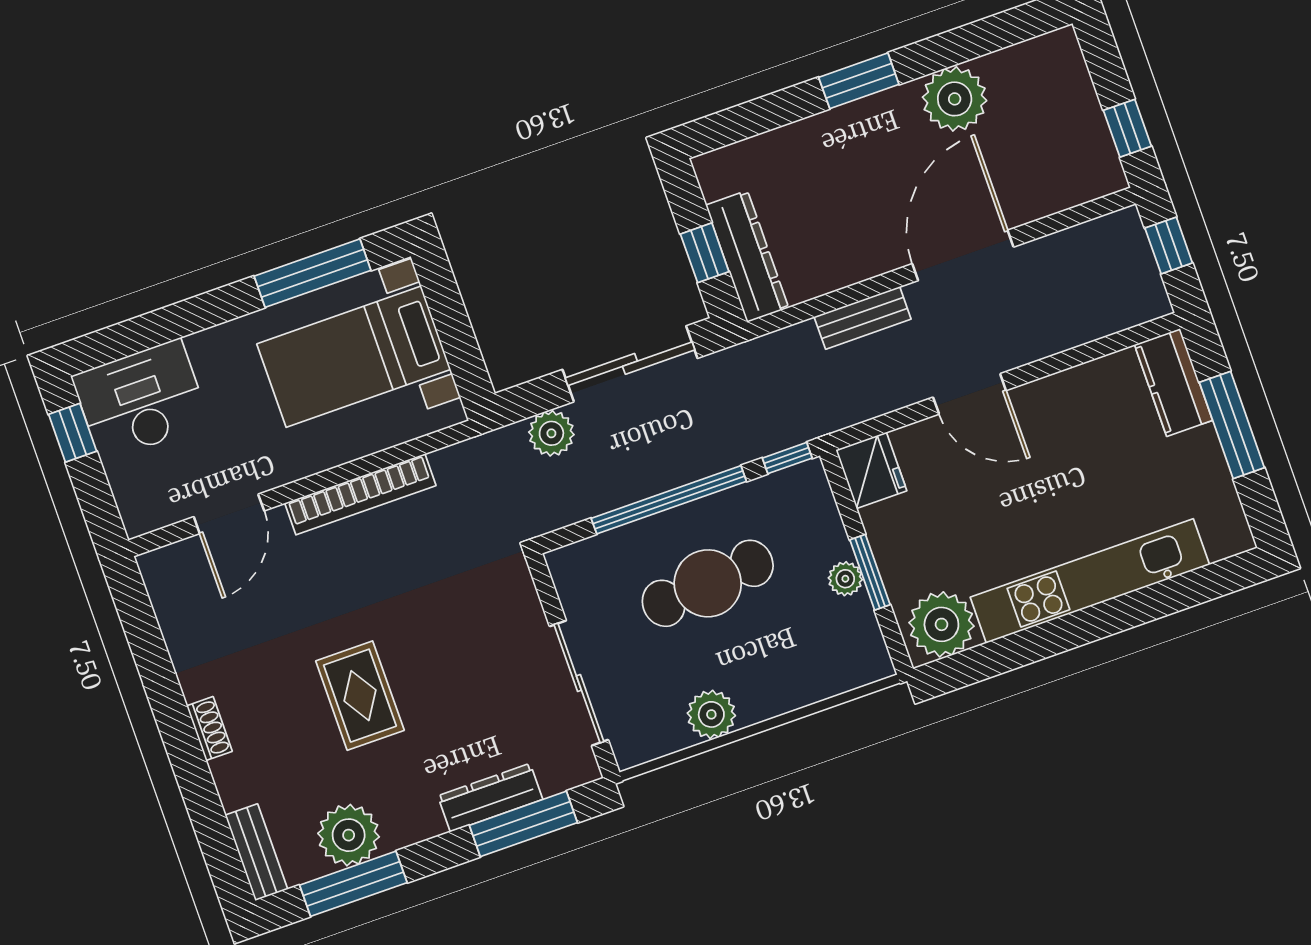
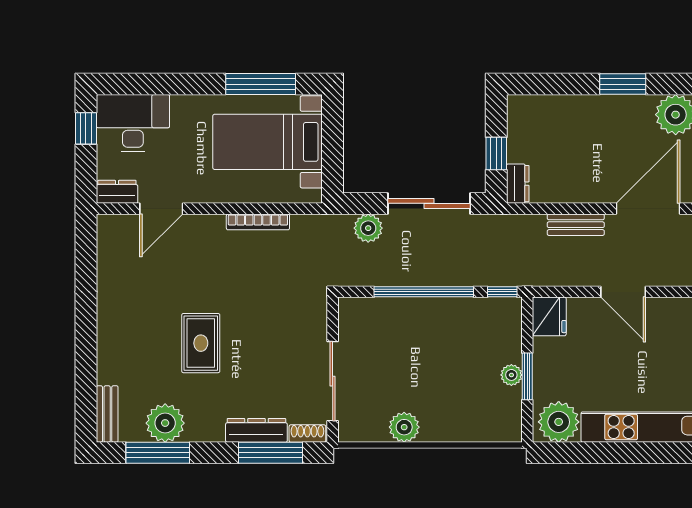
dresser: (747, 256) -> (518, 184), width x0.51, depth x0.80
bookcase: (360, 494) -> (258, 222), width x0.68, depth x0.76
dresser: (153, 512) -> (117, 192), added
cafe table: (708, 583) -> (429, 349), removed
shoe rack: (209, 729) -> (307, 434), moved, turned -90

